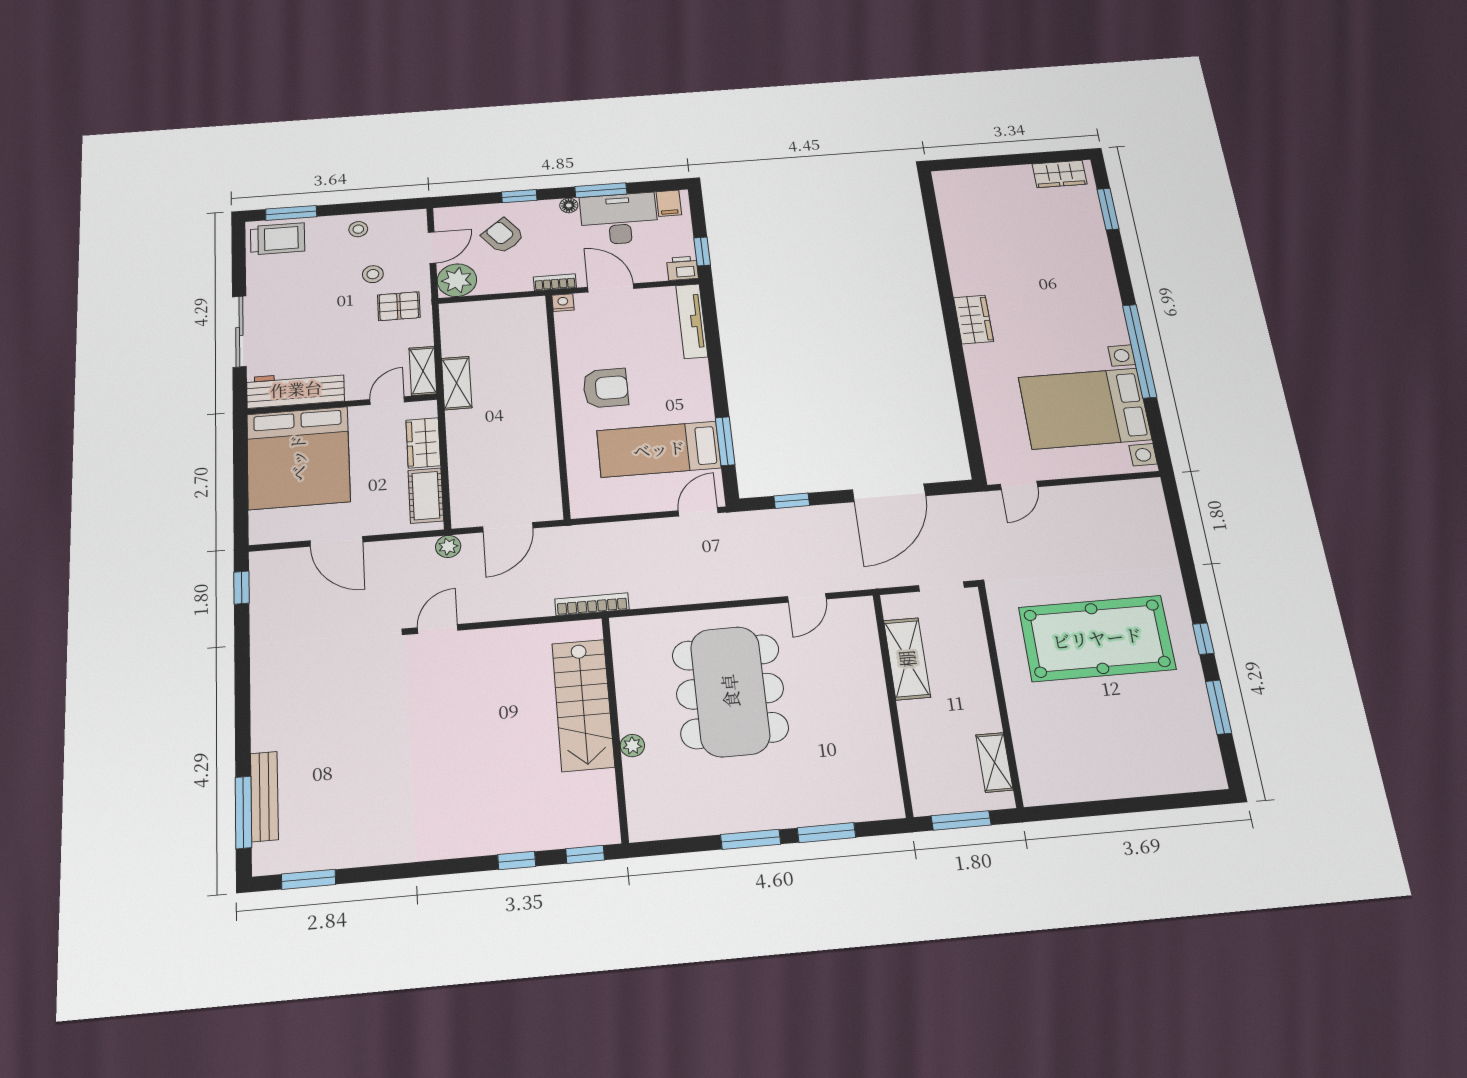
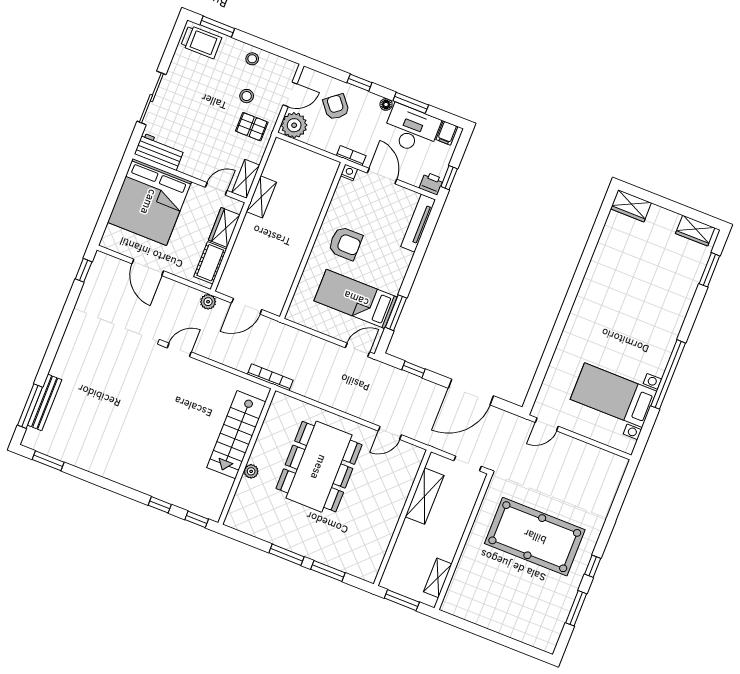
wardrobe: (974, 319) -> (631, 206), moved, turned 90
workbench: (296, 389) -> (159, 152), width x0.73
bed with nightstands: (1085, 408) -> (613, 395), width x0.73

